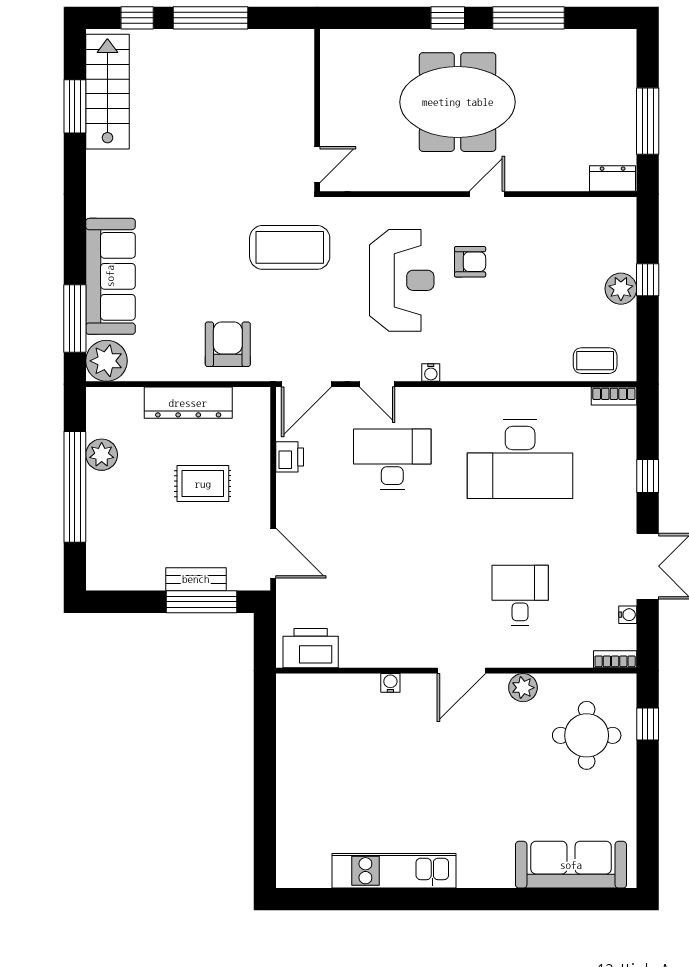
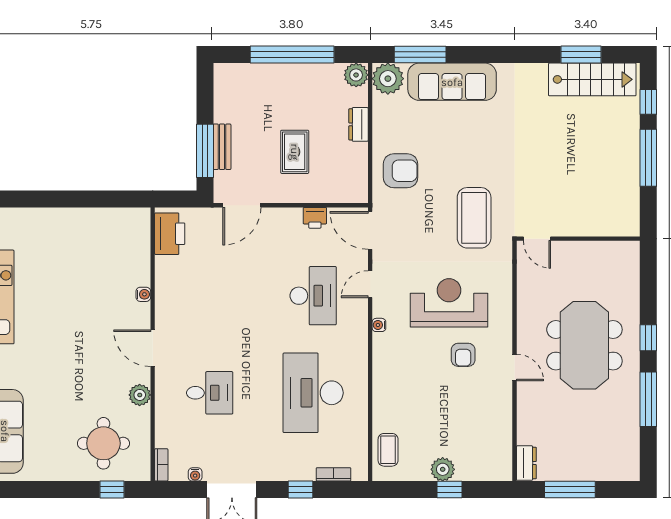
reception desk: (402, 280) -> (449, 303), turned 180
bookcase: (614, 396) -> (334, 474), moved, turned 90
dresser: (188, 403) -> (358, 124), width x0.51, depth x0.80
plant: (102, 455) -> (356, 75), moved

